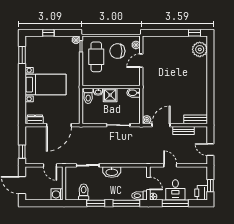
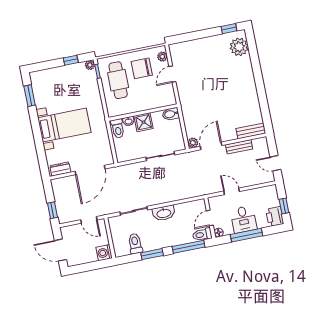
window: (48, 33) -> (71, 60), moved
door: (148, 183) -> (210, 218), swing flipped

